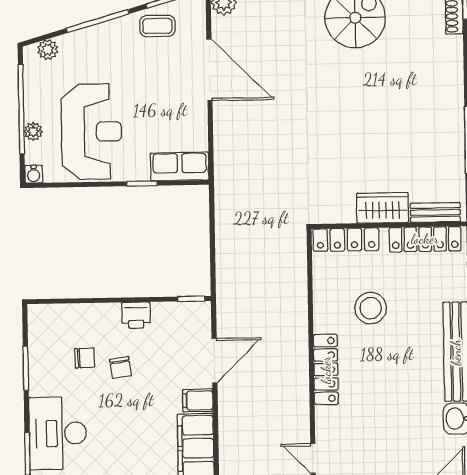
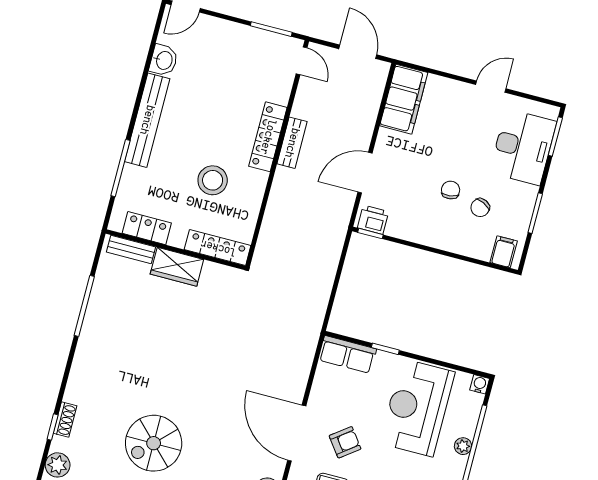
armchair: (157, 75) -> (345, 442), added
plant: (33, 132) -> (463, 446), moved
locker: (425, 239) -> (147, 228), width x0.66
printer: (136, 315) -> (373, 220), moved
chair: (85, 358) -> (480, 208), turned -63
bench: (299, 370) -> (292, 143), added
filing cabinet: (198, 400) -> (504, 252), moved, turned -90

